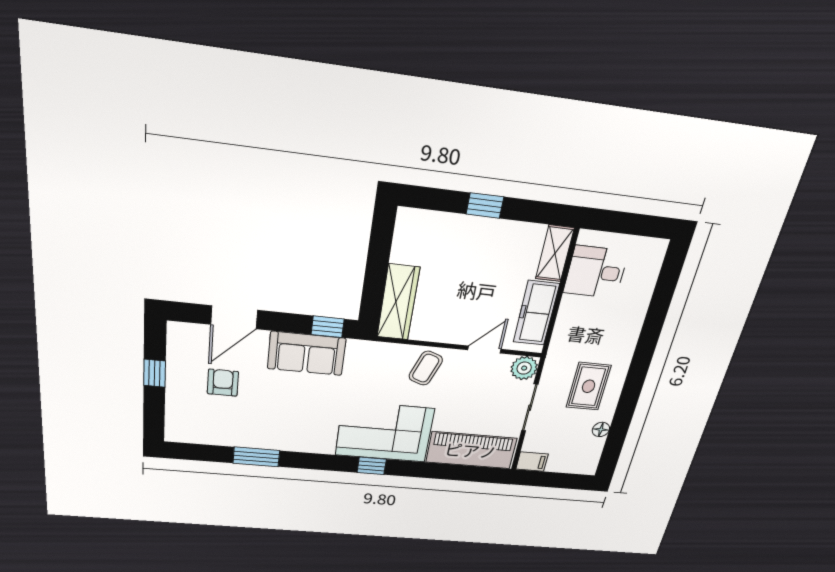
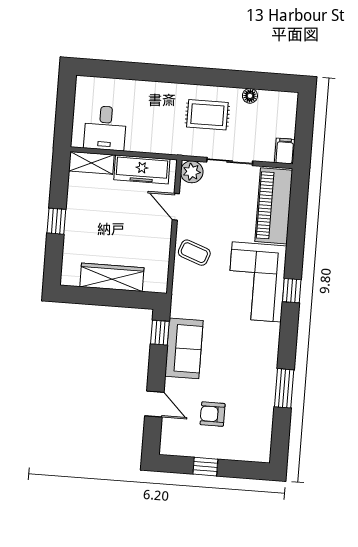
wardrobe: (398, 302) -> (112, 277), moved
door: (234, 317) -> (154, 404), width x0.73

